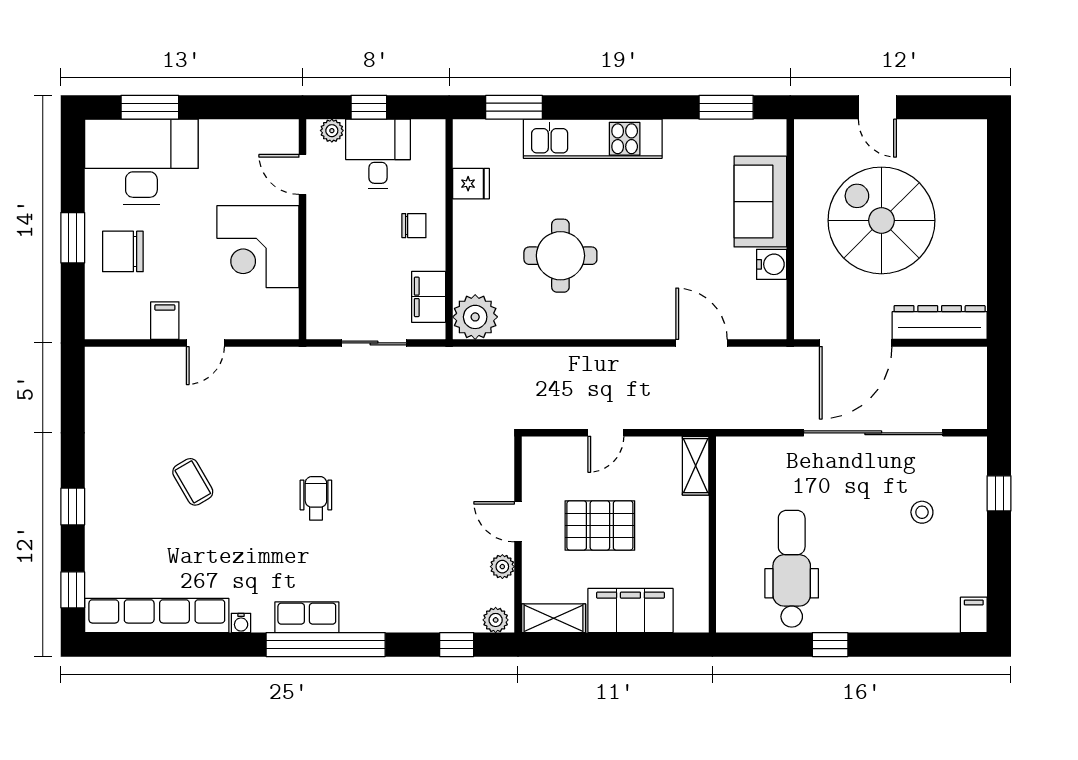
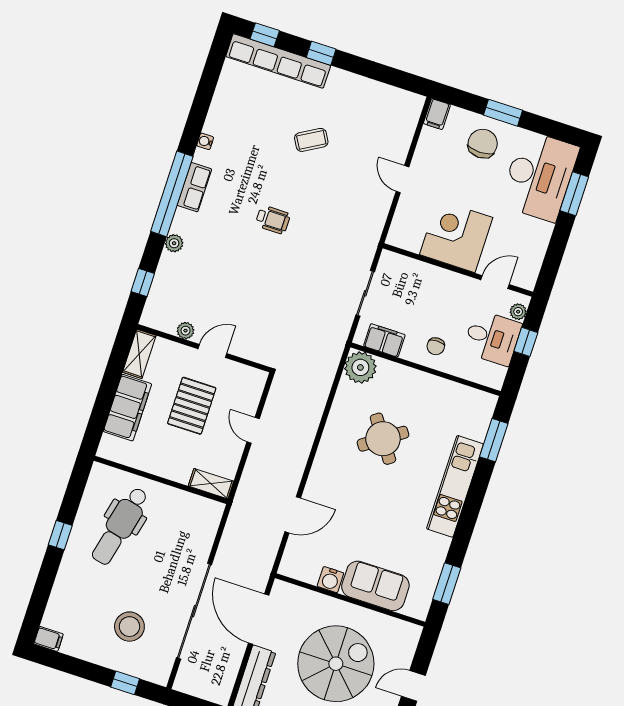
fridge: (471, 184) -> (452, 394), removed
round table: (560, 256) -> (383, 439), turned -35
filing cabinet: (165, 321) -> (437, 114), moved, turned 90
stool: (922, 512) -> (129, 627), width x1.89, depth x1.89
dental chair: (792, 569) -> (120, 526), turned 103
row of seats: (157, 616) -> (278, 61), moved, turned 90
plant: (496, 620) -> (174, 243), moved

